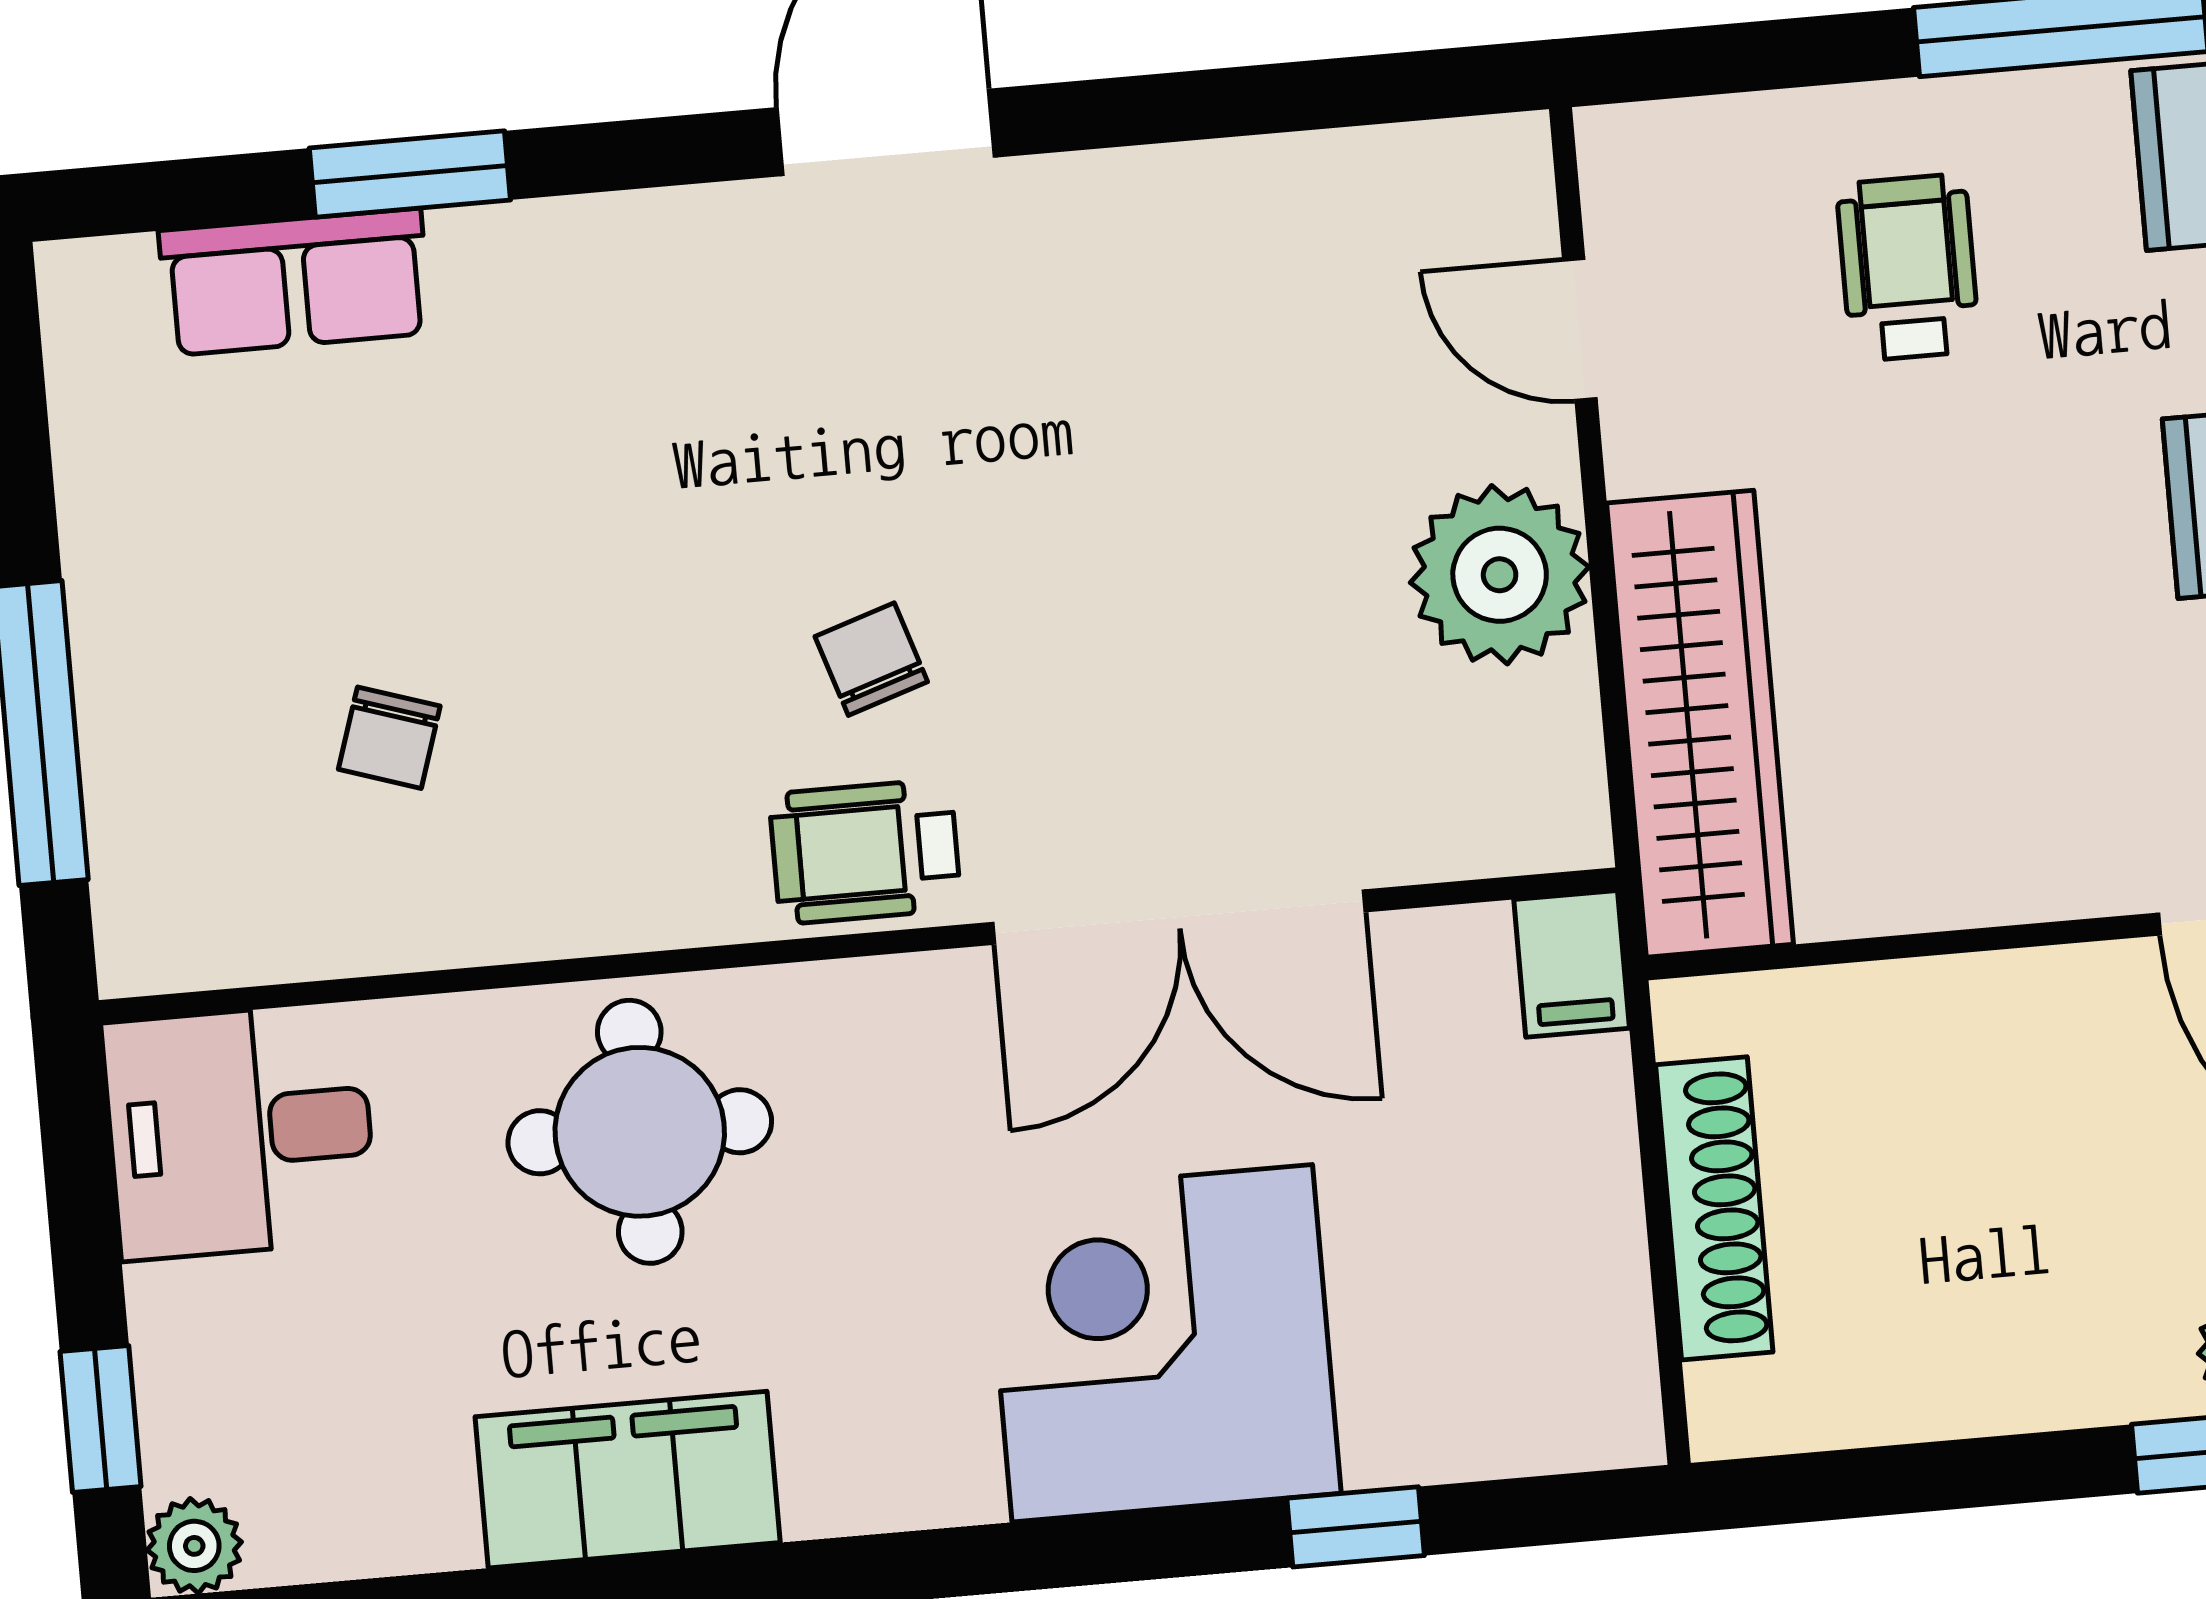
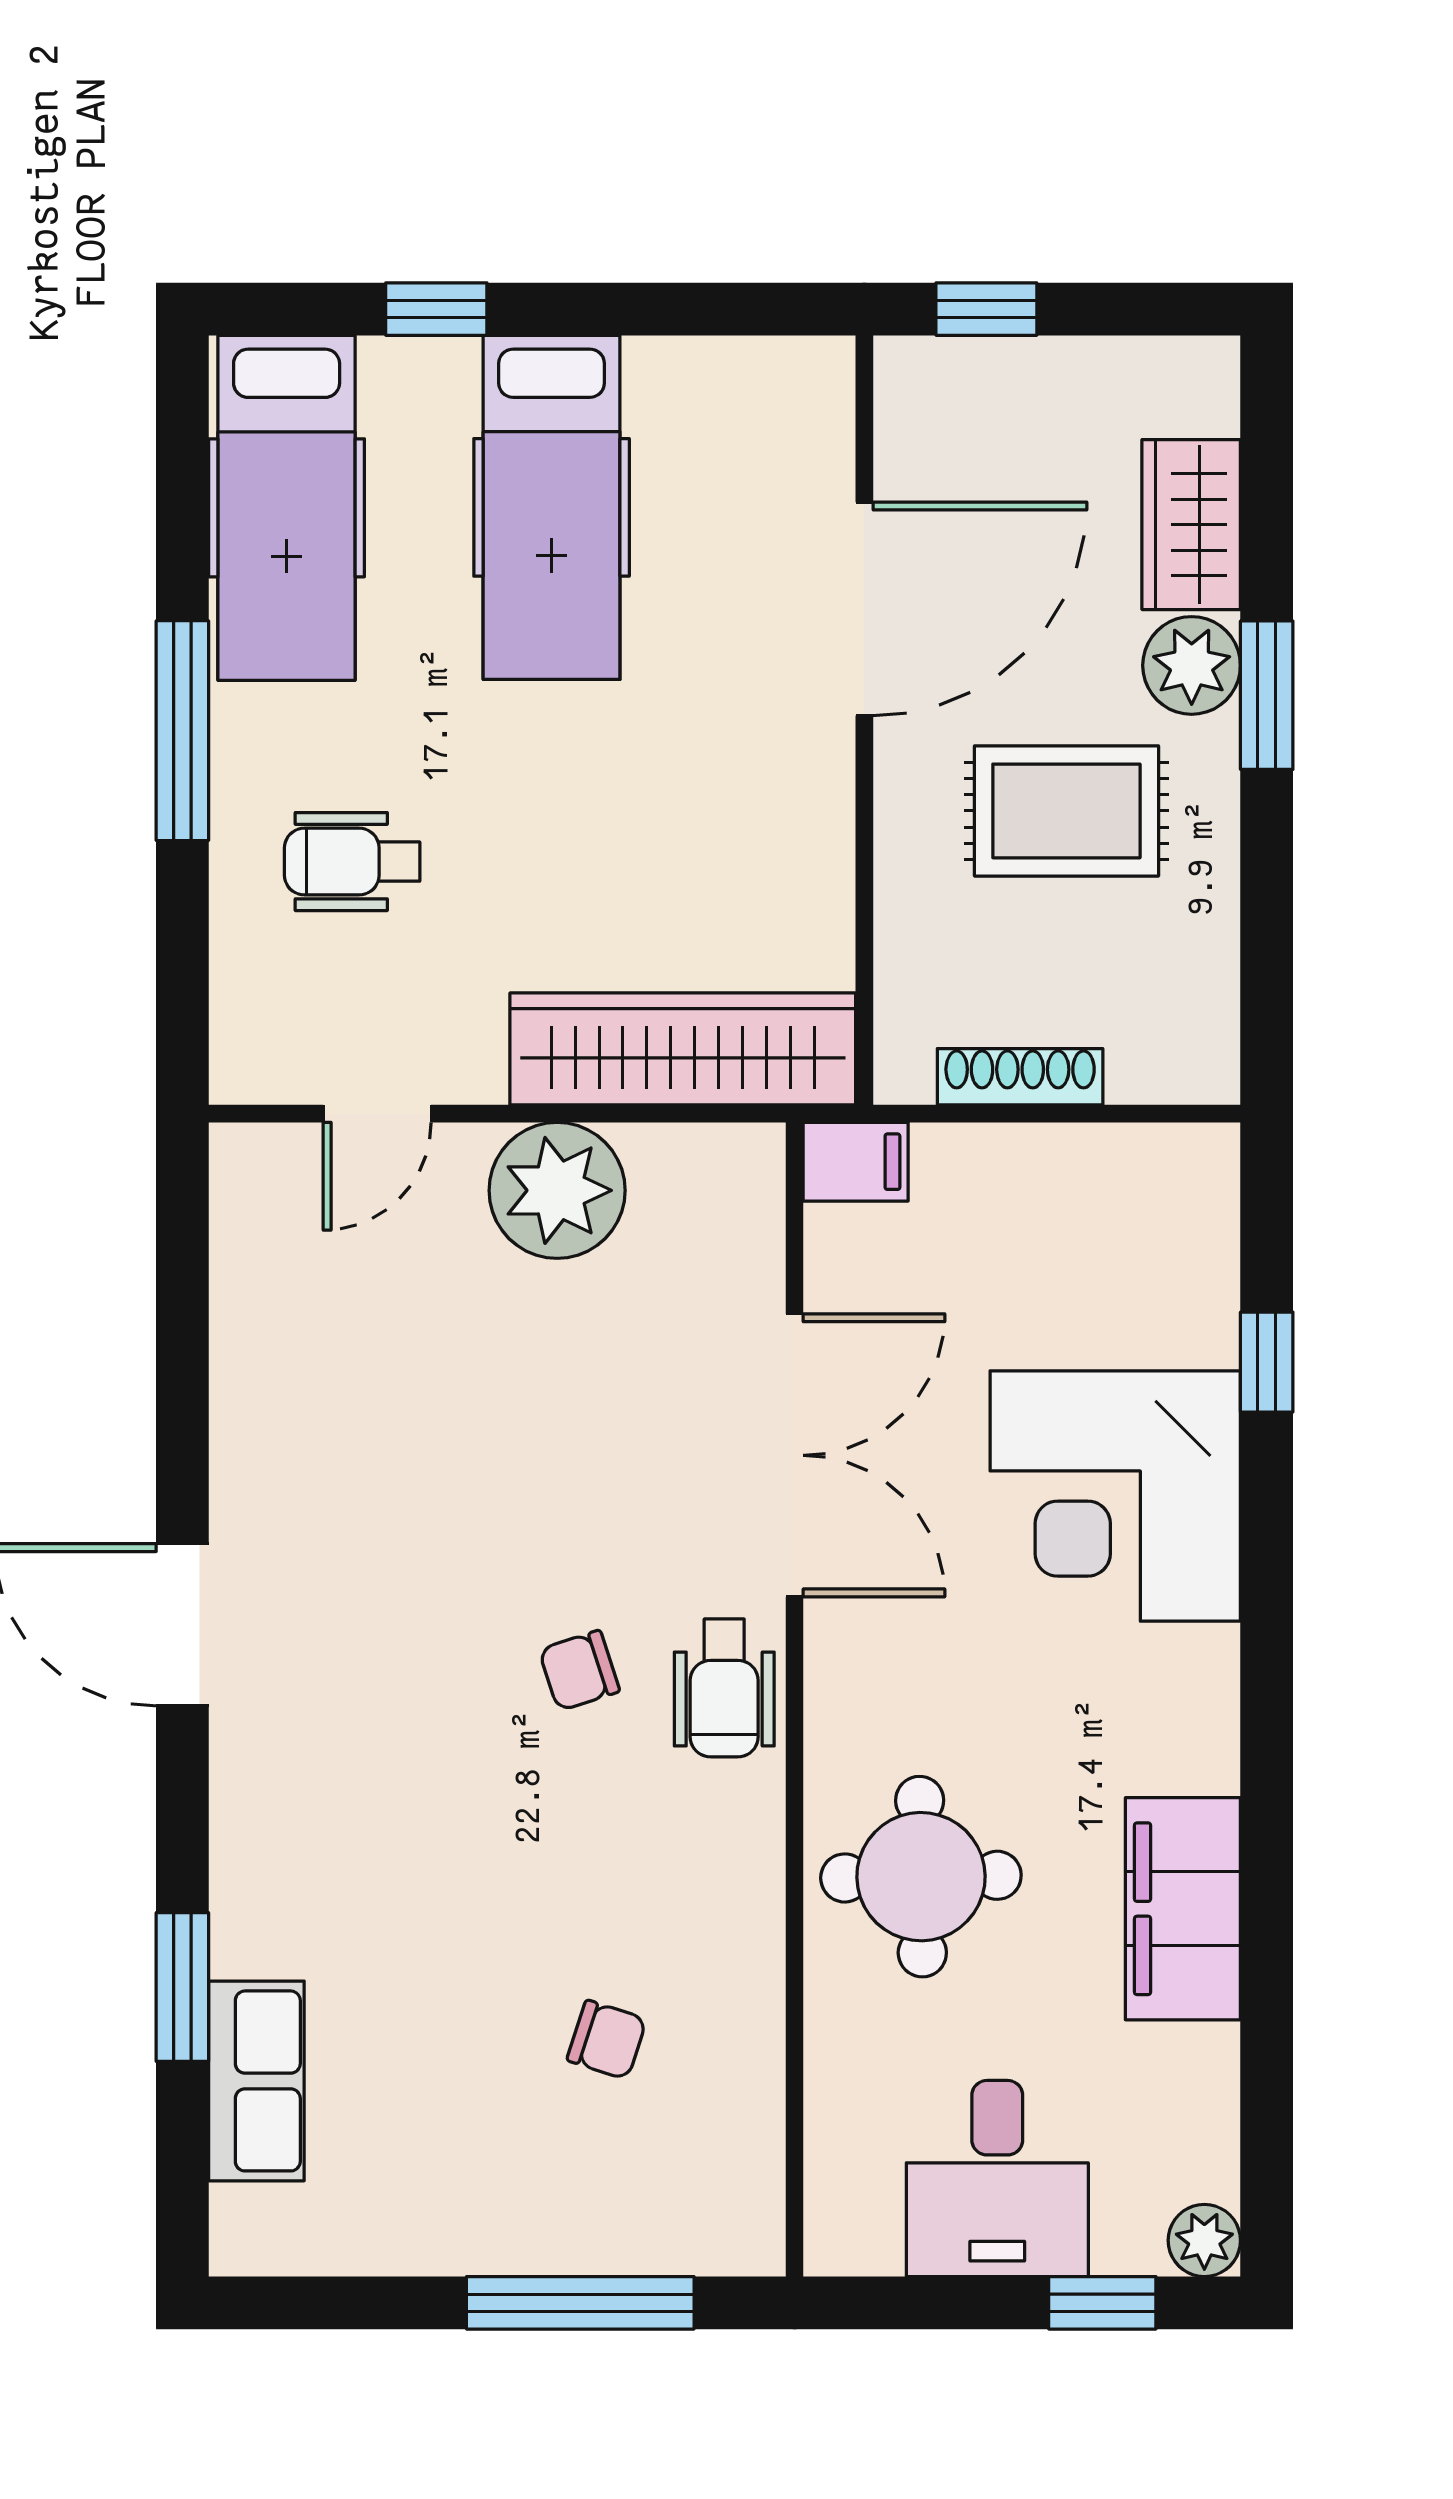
desk: (240, 1131) -> (997, 2178), moved
rug: (2057, 1200) -> (1066, 811), added
shoe rack: (1714, 1208) -> (1020, 1077), width x0.74, depth x0.81

